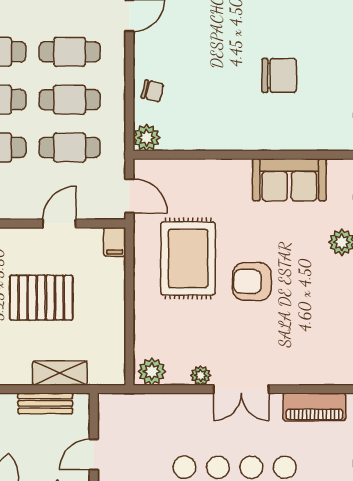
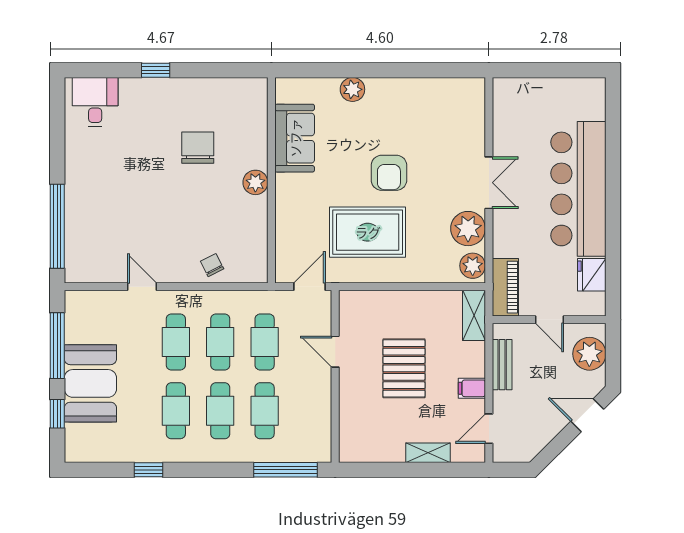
chair: (153, 91) -> (212, 265), turned -40
plant: (146, 138) -> (255, 182), moved
filing cabinet: (115, 242) -> (472, 388), moved, turned 180
shelving: (60, 373) -> (474, 315), moved
plant: (201, 375) -> (468, 229), width x1.87, depth x1.87
piano: (314, 407) -> (505, 287), moved

